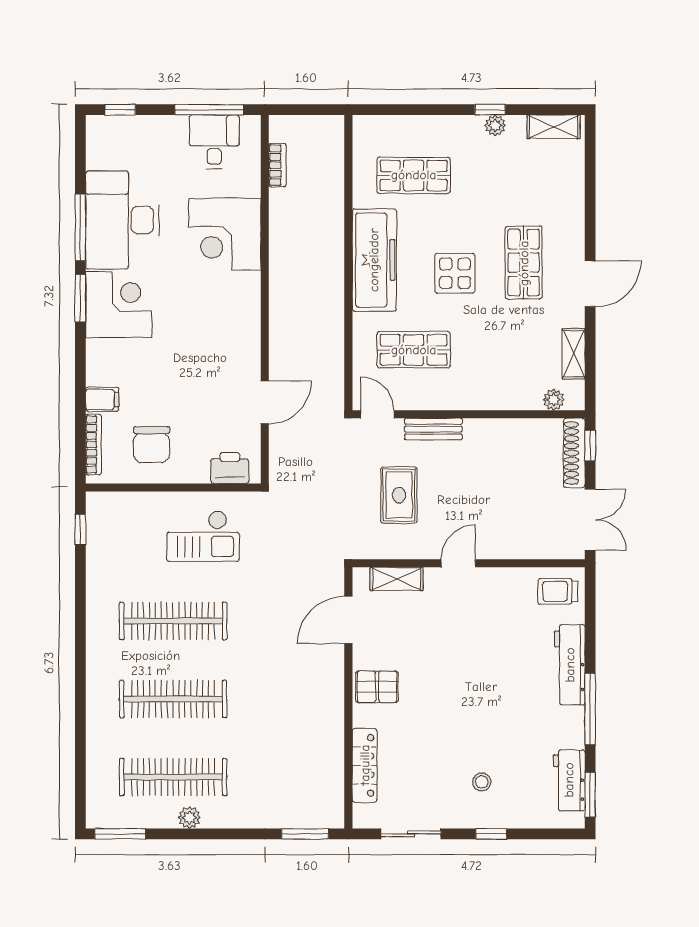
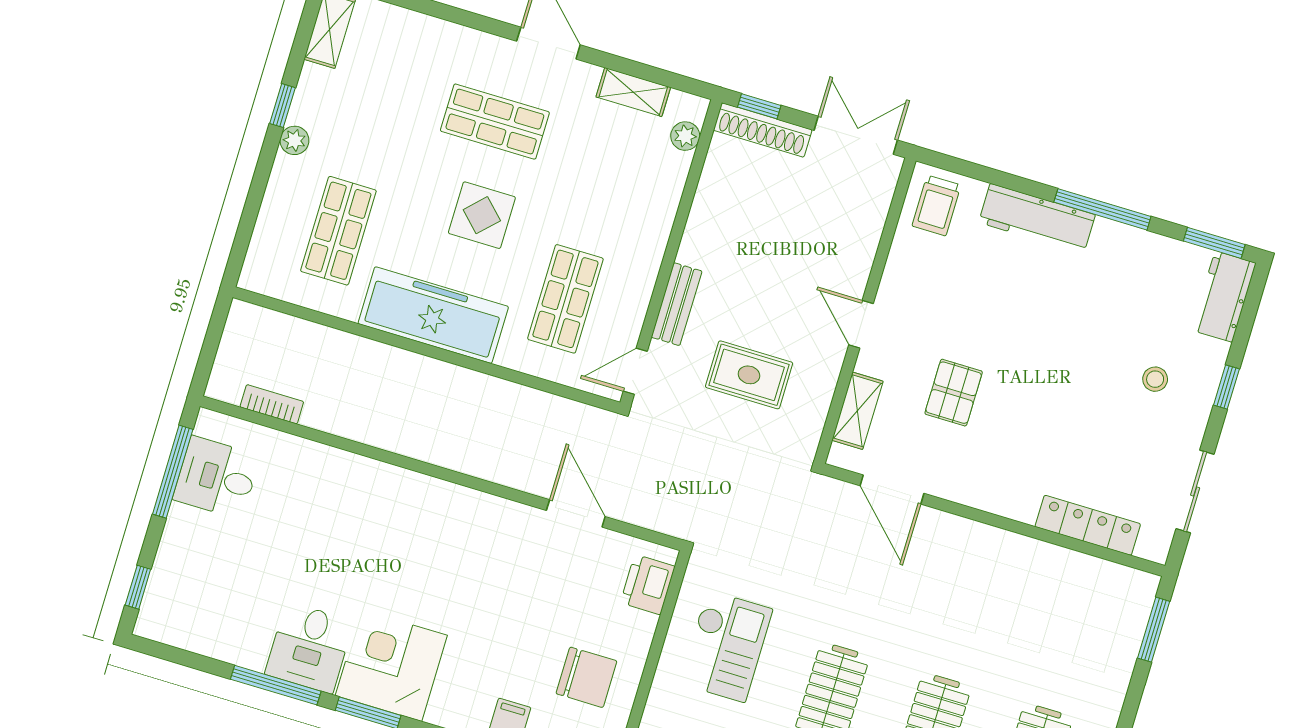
plant: (495, 125) -> (294, 140), moved
desk: (122, 220) -> (309, 648), width x0.53, depth x0.77
corner desk: (225, 234) -> (341, 500), removed
pallet: (377, 687) -> (954, 393), moved
workbench: (569, 780) -> (1224, 297), moved, turned 90

